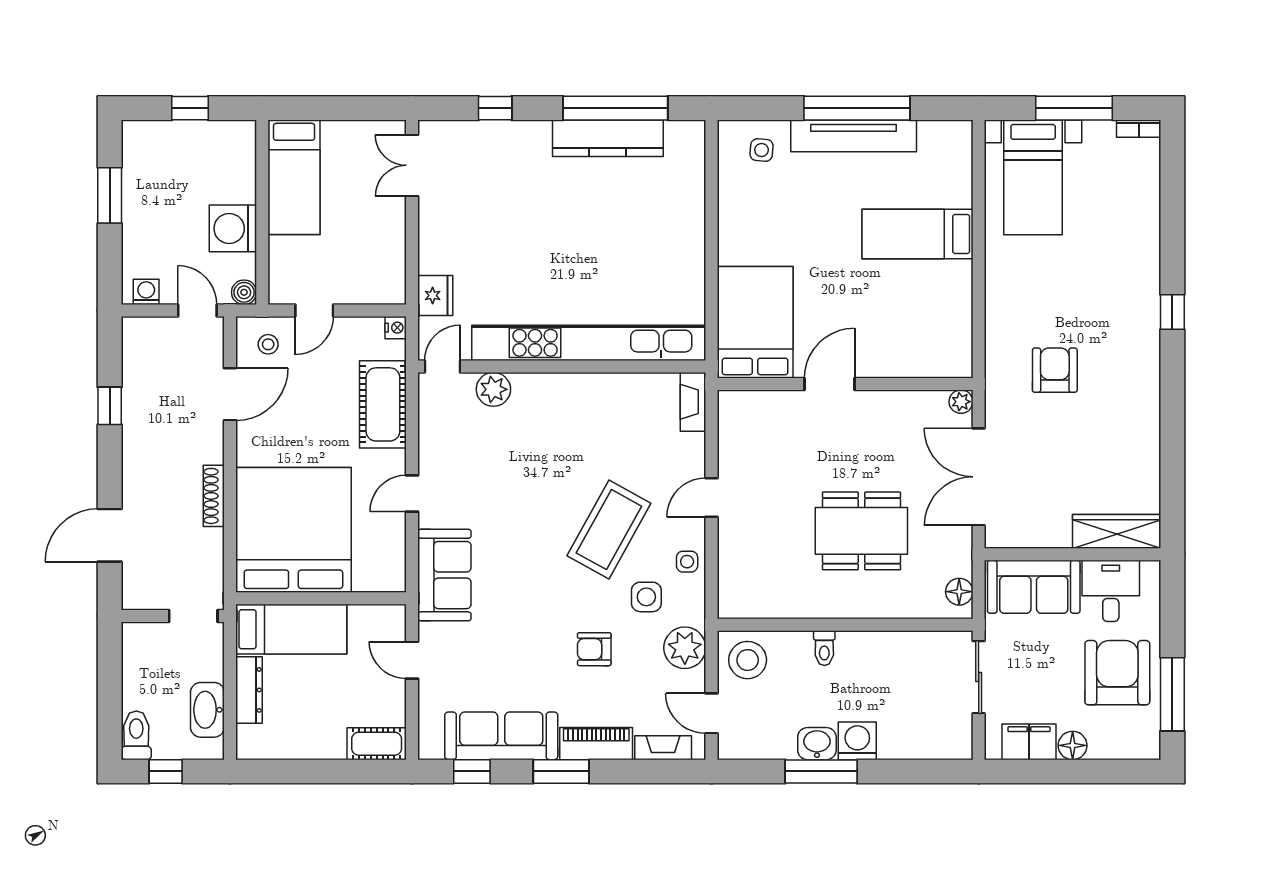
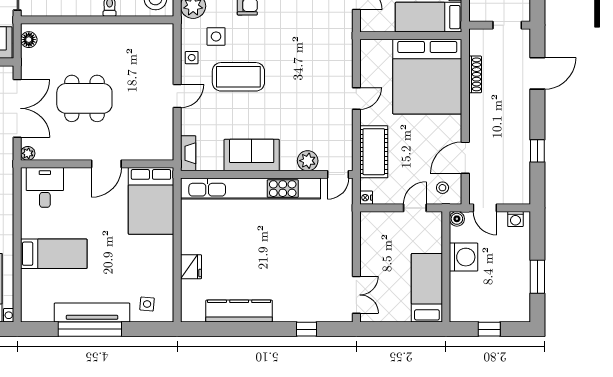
window: (615, 108) -> (235, 329), removed
fridge: (435, 295) -> (191, 267), moved, turned 180
desk: (932, 345) -> (45, 187), added
shoe rack: (214, 496) -> (475, 74), moved
coffee table: (609, 530) -> (238, 77), turned 61
dining table: (861, 531) -> (84, 98), moved
sofa: (444, 575) -> (252, 155), moved, turned 90
doorway: (193, 616) -> (507, 25), moved

